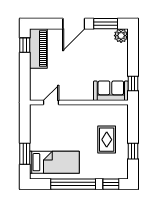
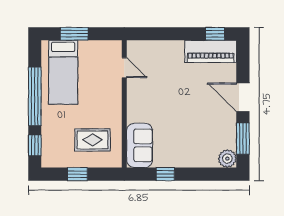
sofa: (111, 91) -> (140, 145), moved
door: (51, 103) -> (124, 68), moved
wall: (79, 103) -> (124, 104), moved

